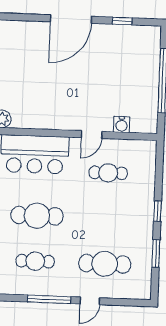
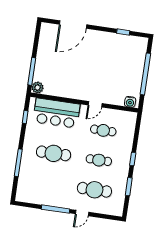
door: (71, 19) -> (73, 25), moved
water cooler: (122, 125) -> (130, 102), moved
cafe table: (35, 261) -> (99, 160), moved

